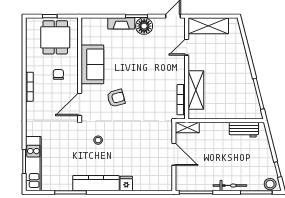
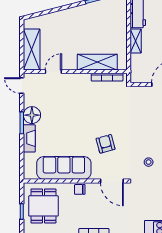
dining table: (55, 37) -> (43, 206), turned 90
door: (187, 47) -> (53, 72), swing flipped
sofa: (92, 64) -> (64, 168), width x1.36
chair: (58, 74) -> (80, 189), moved
shelving: (187, 127) -> (136, 41), moved

